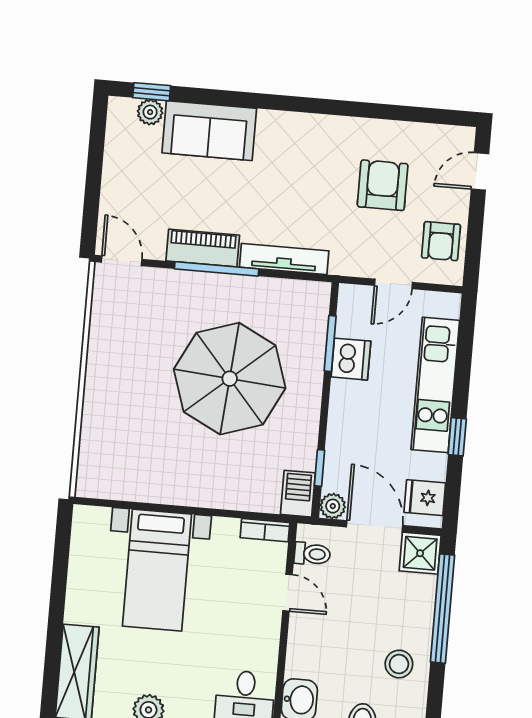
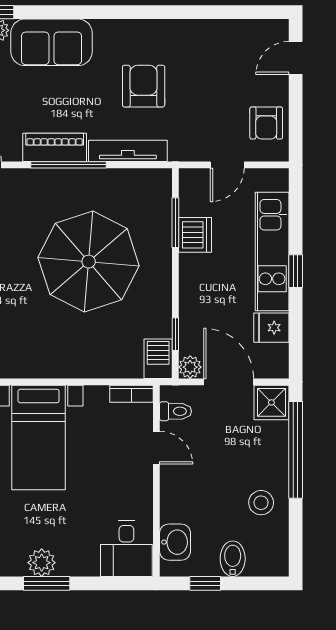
armchair: (383, 185) -> (144, 86), moved
window: (457, 437) -> (296, 271), moved
fridge: (425, 498) -> (271, 328), moved

